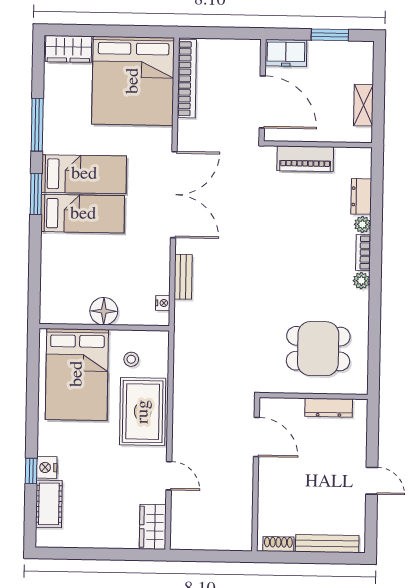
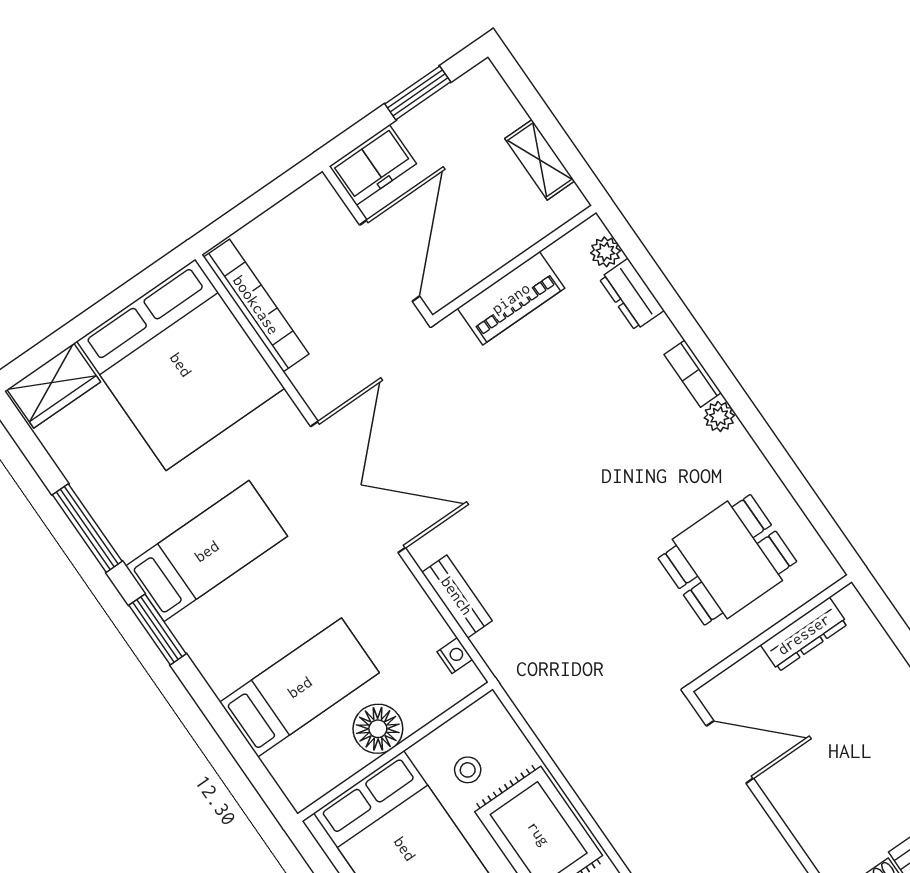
door: (262, 102) -> (390, 261), hinge flipped
bed: (83, 214) -> (300, 687), moved
plant: (362, 224) -> (605, 252), moved

